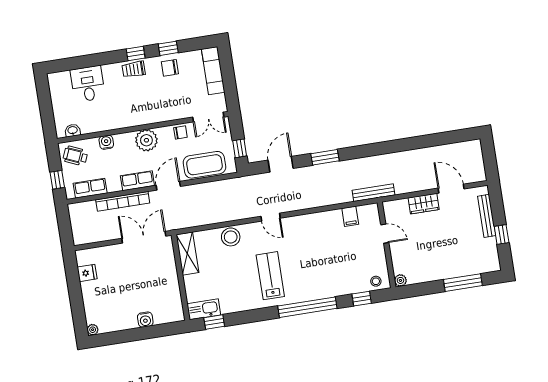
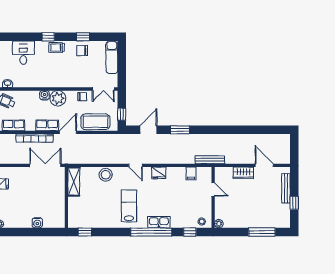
window: (136, 53) -> (48, 37), moved
water cooler: (106, 142) -> (44, 95), moved
fridge: (305, 223) -> (159, 173), added
kitchen sink: (204, 309) -> (159, 222), moved

